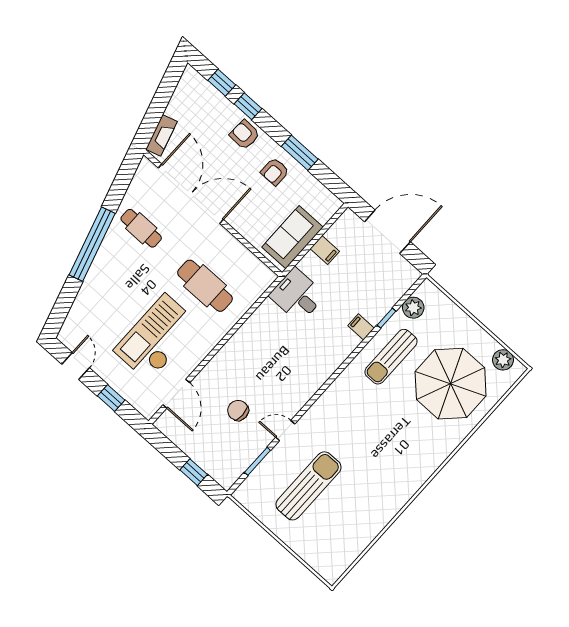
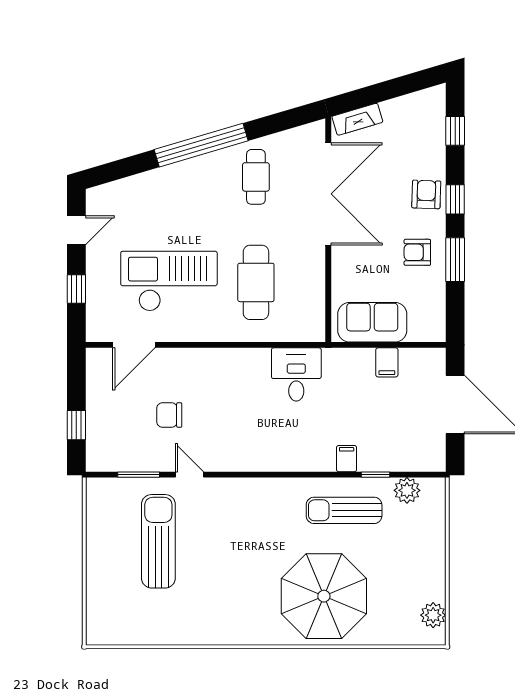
window: (248, 106) -> (455, 199), moved
desk: (297, 295) -> (296, 374), moved
parasol: (451, 384) -> (324, 596), moved
chair: (238, 410) -> (169, 415), turned -90
sun lounger: (309, 486) -> (158, 541), turned -90

